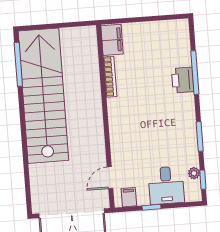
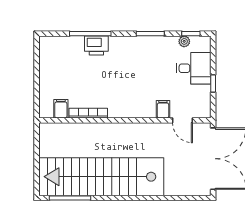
filing cabinet: (112, 40) -> (61, 109), width x0.50
filing cabinet: (129, 197) -> (163, 109), moved, turned 90

